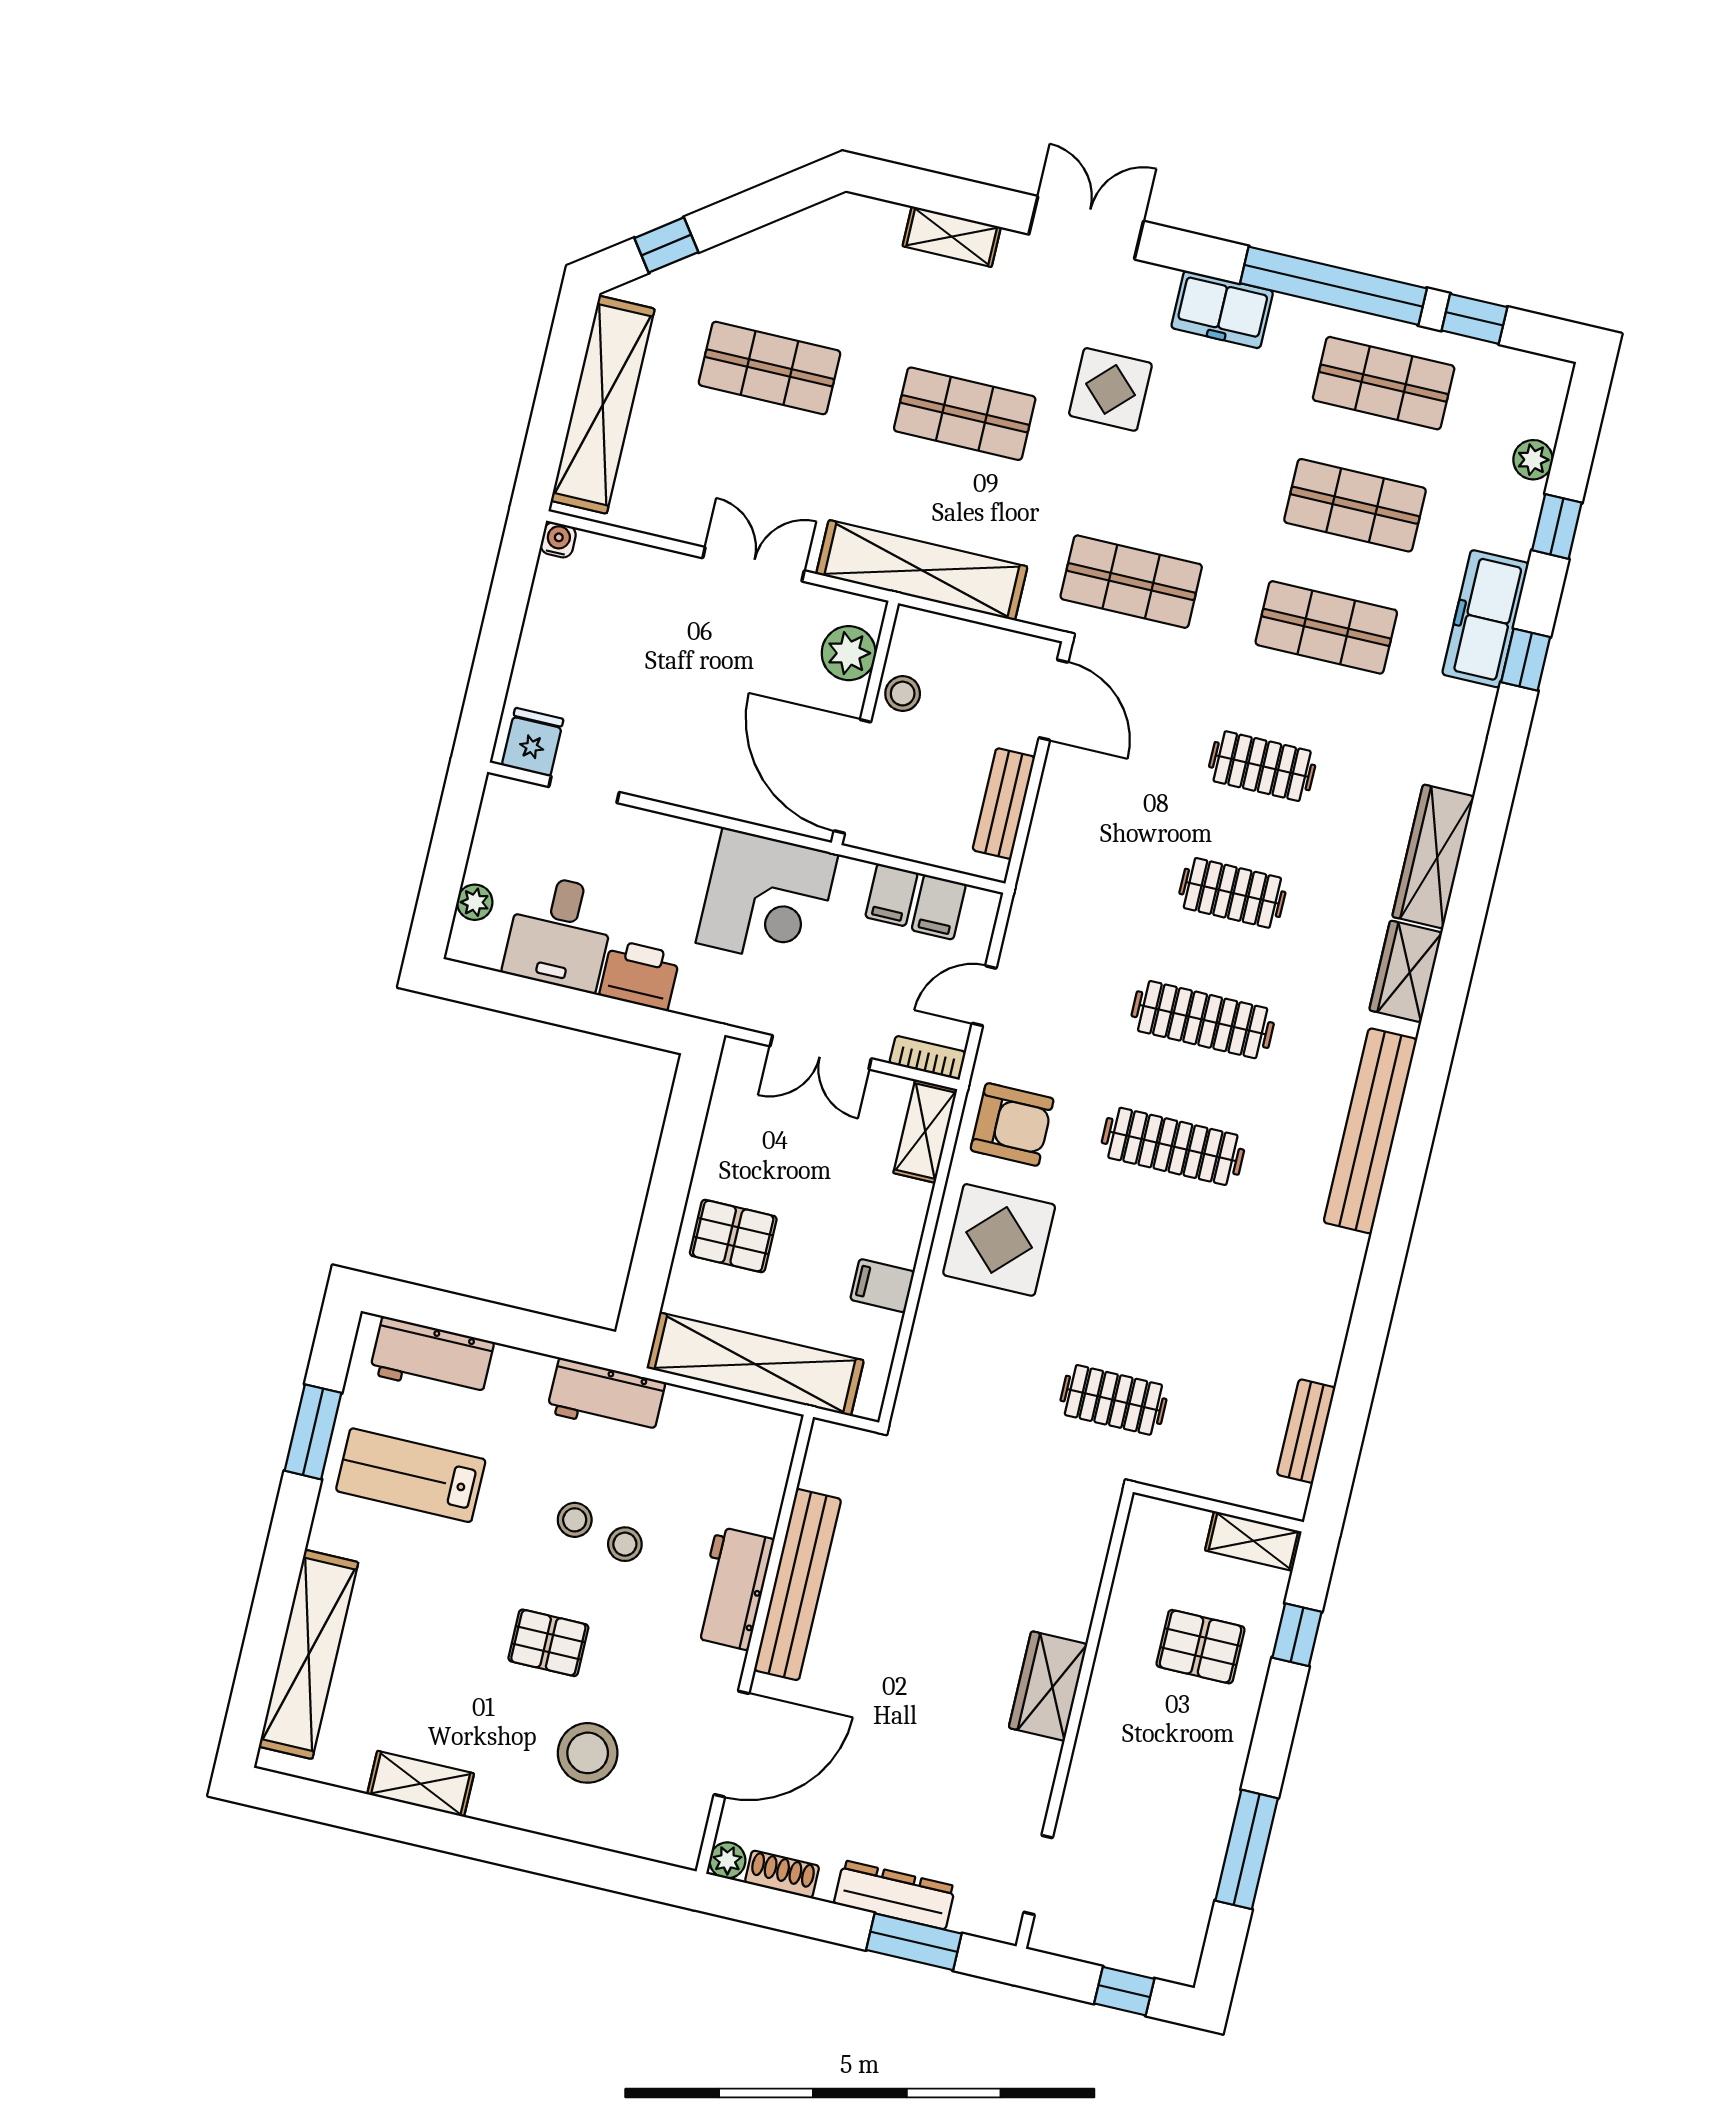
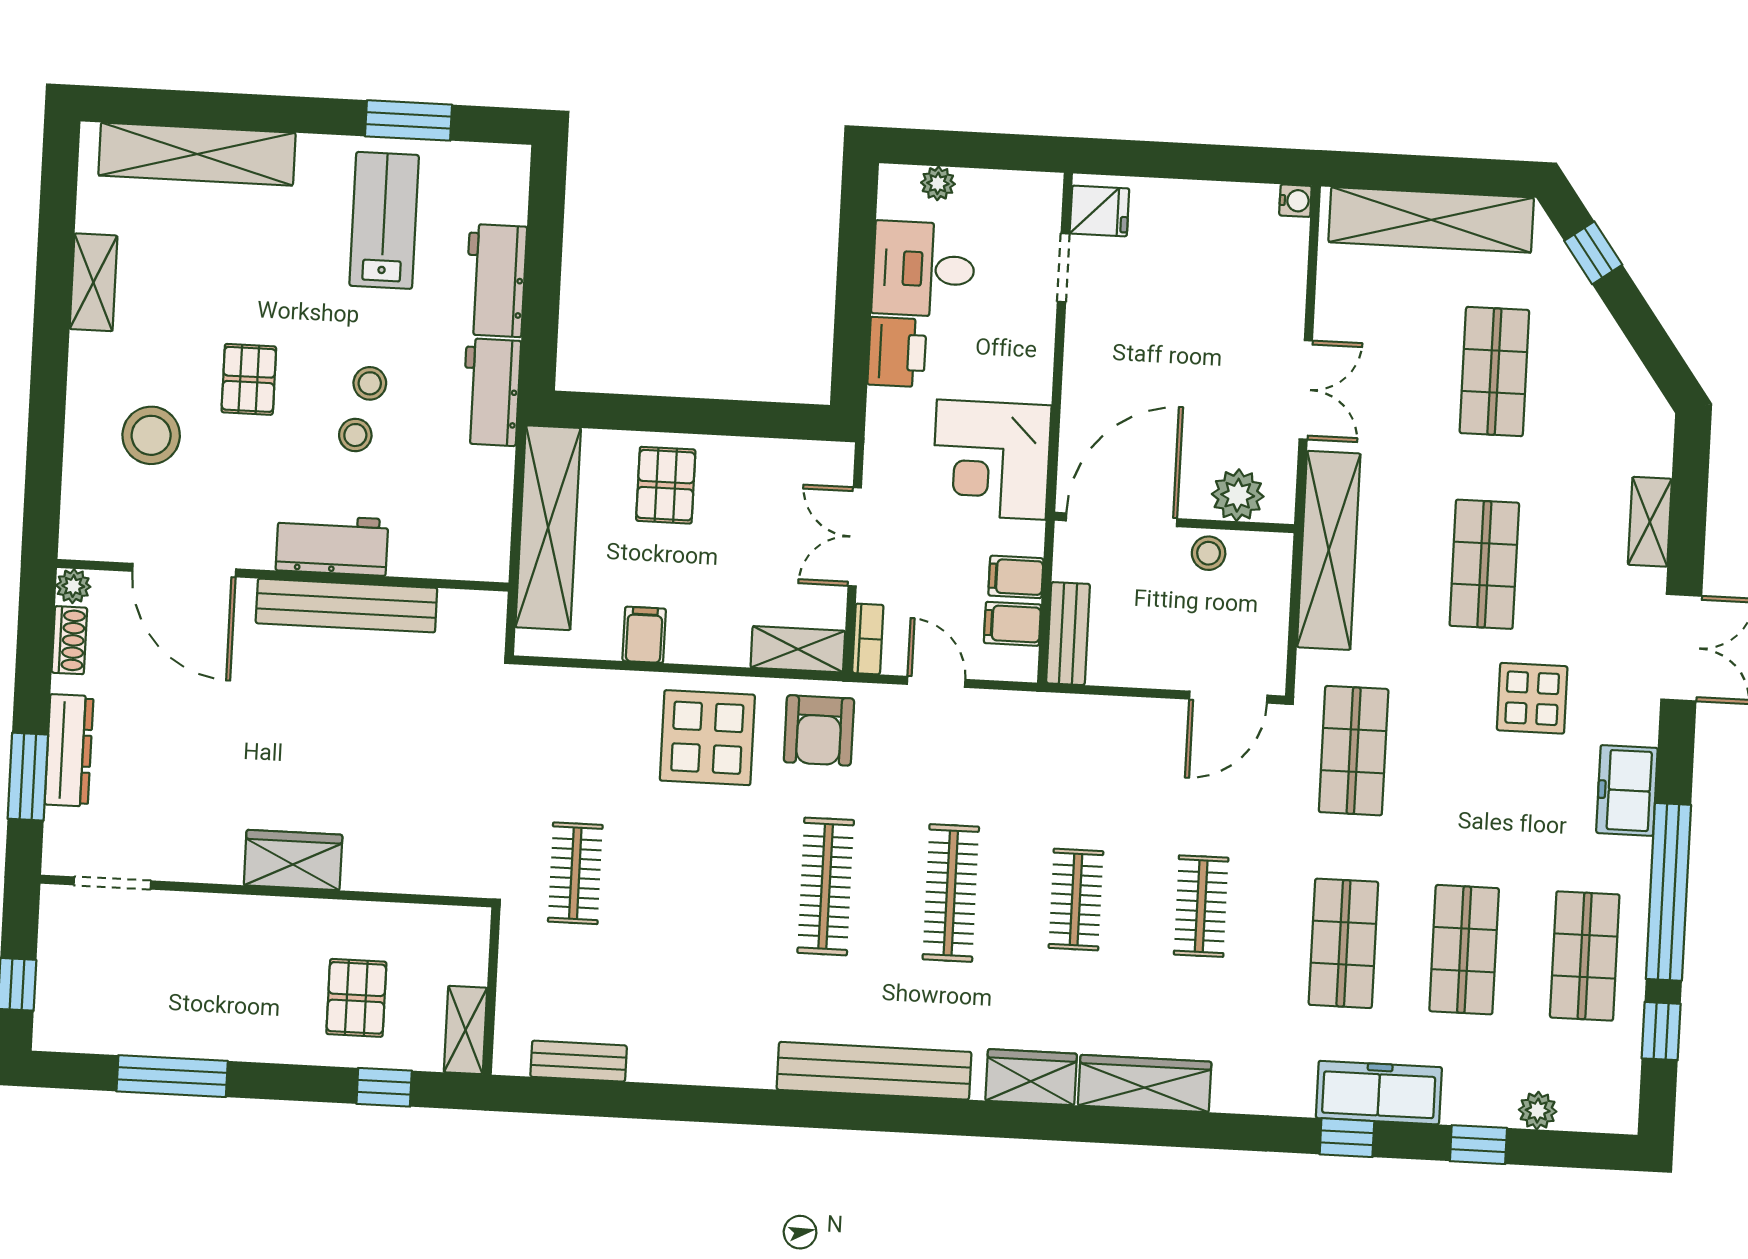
bench: (1004, 804) -> (1068, 634), moved, turned 90
workbench: (432, 1358) -> (496, 280), moved

